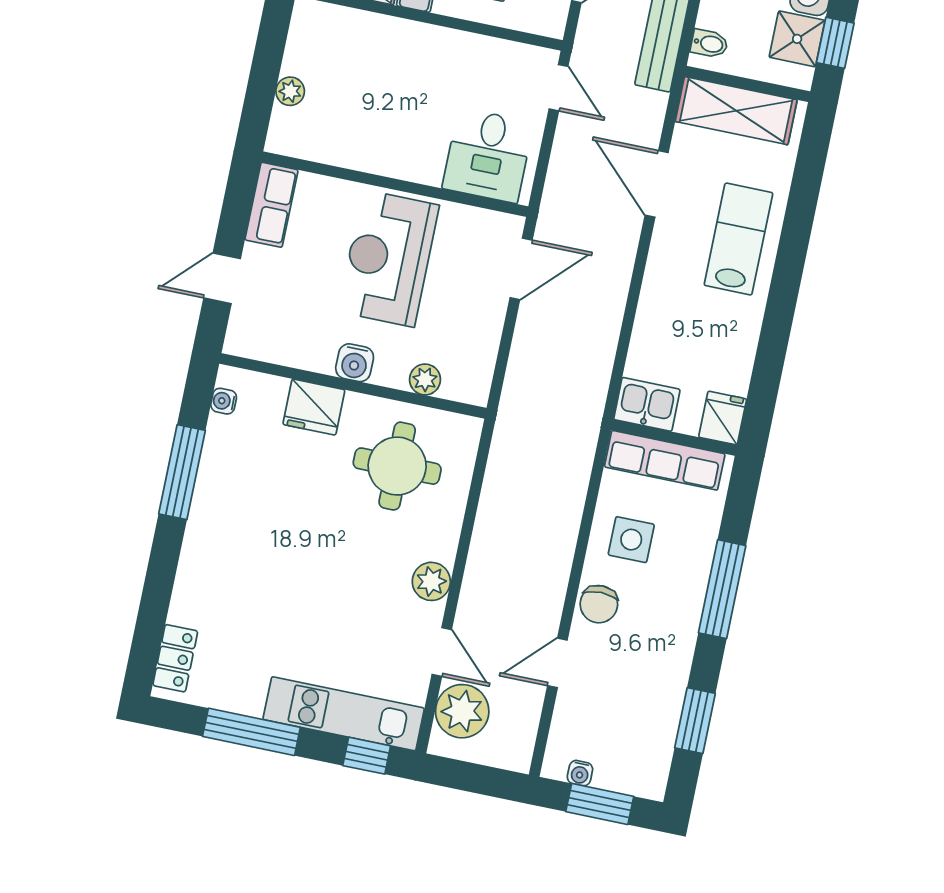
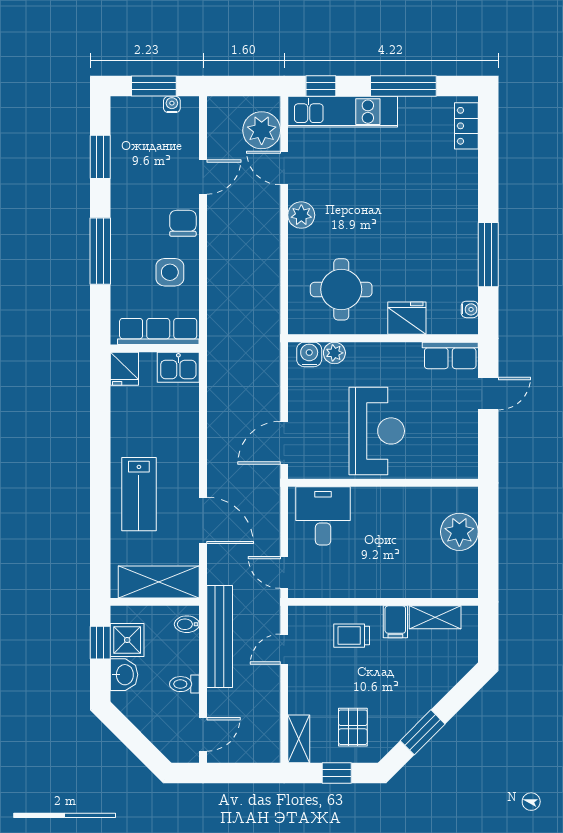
plant: (290, 91) -> (459, 532), width x1.88, depth x1.88
row of seats: (271, 205) -> (450, 355), moved, turned -90
water cooler: (355, 363) -> (309, 354), moved

